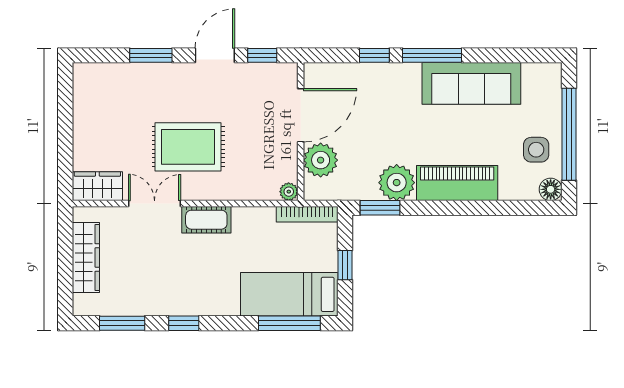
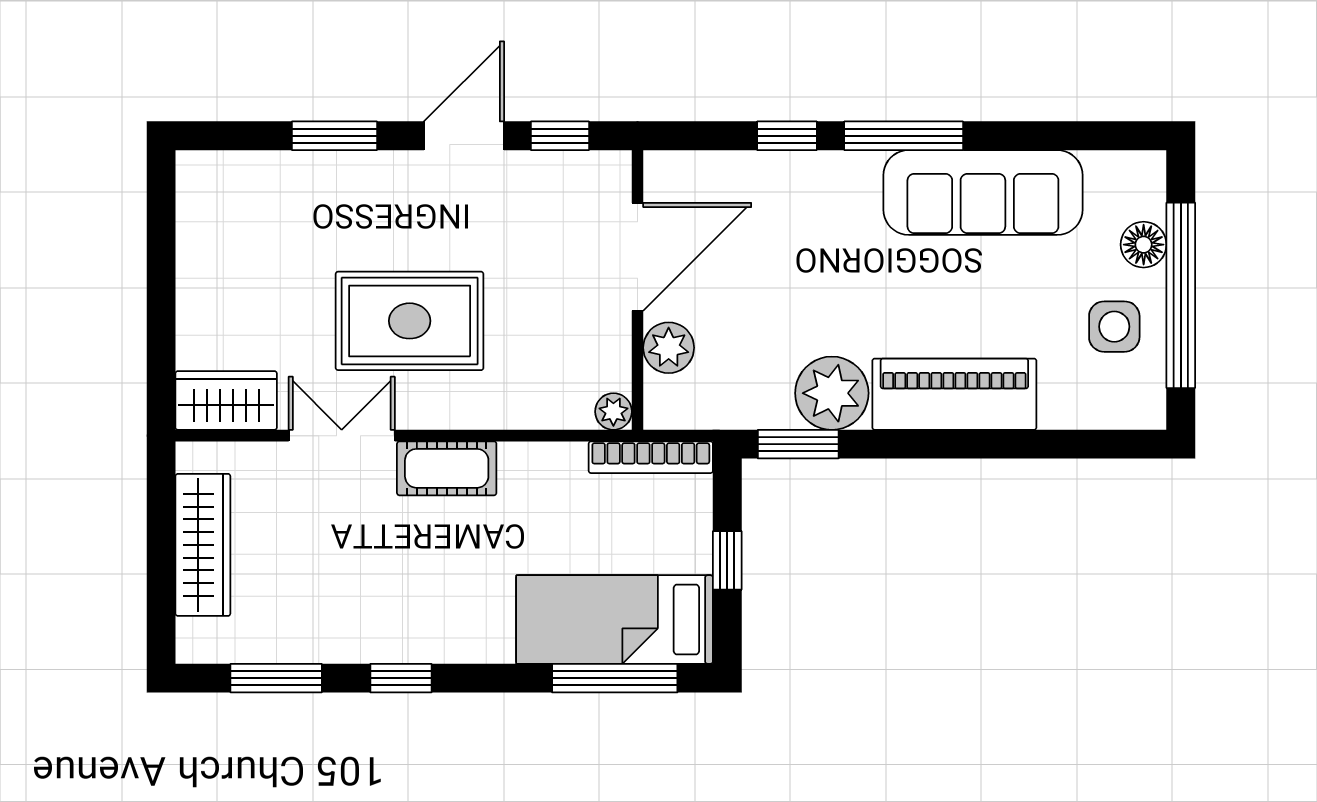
plant: (321, 160) -> (669, 348), width x0.73, depth x0.73
floor lamp: (551, 189) -> (1144, 245), moved

